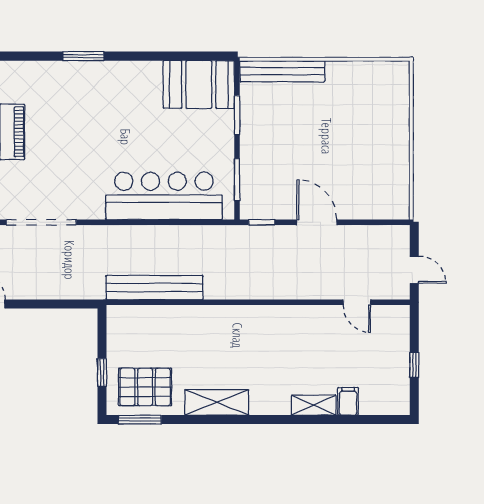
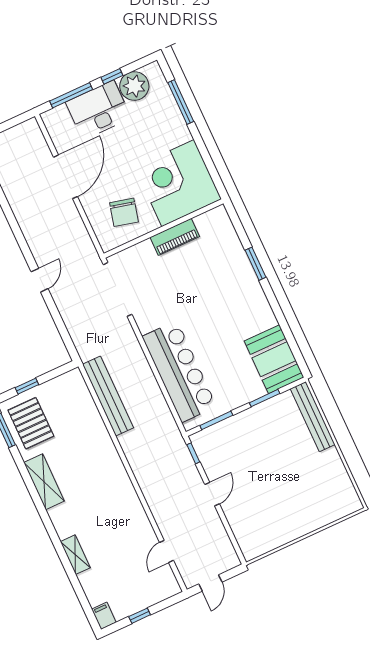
door: (317, 222) -> (212, 494), width x0.73
filing cabinet: (348, 401) -> (104, 616), moved, turned -90

